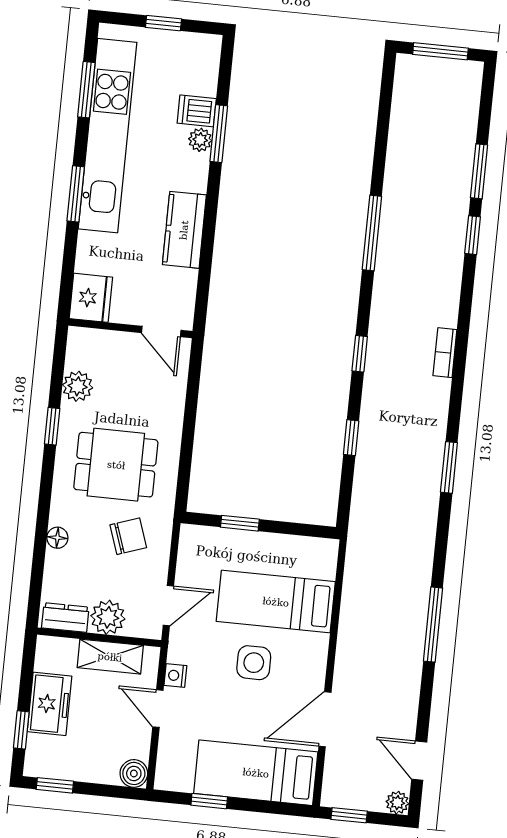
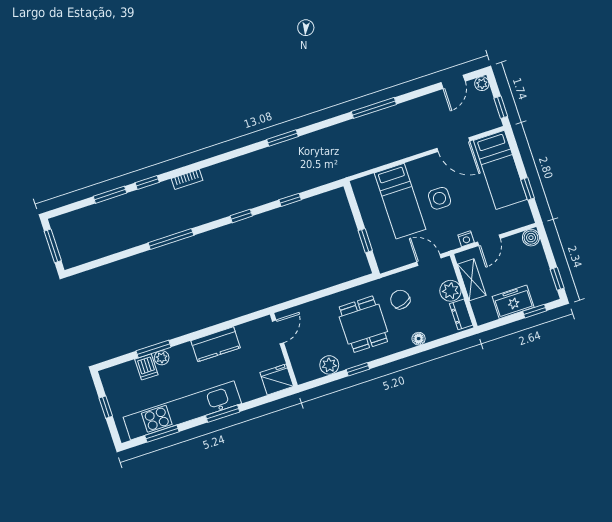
bookcase: (445, 353) -> (187, 179), moved

